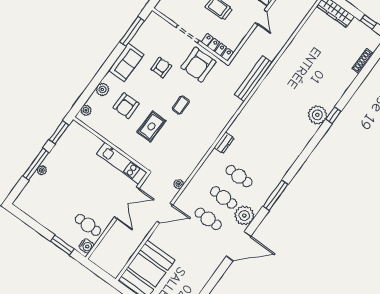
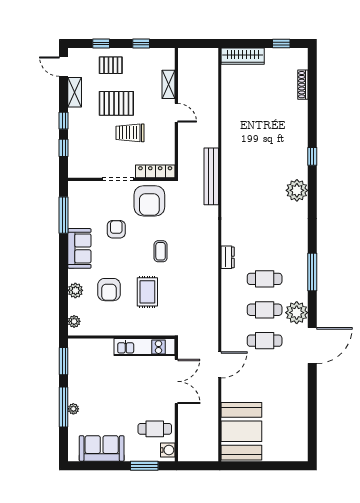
plant: (317, 115) -> (297, 190), moved
plant: (179, 184) -> (213, 328), removed
sofa: (41, 212) -> (102, 448), added

